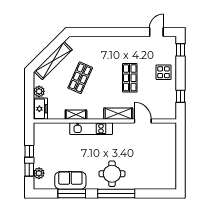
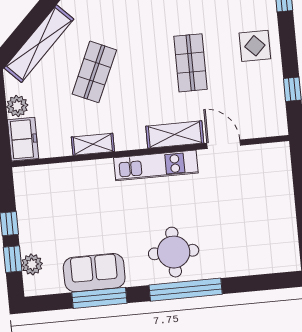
kitchen unit: (91, 129) -> (156, 165), moved

